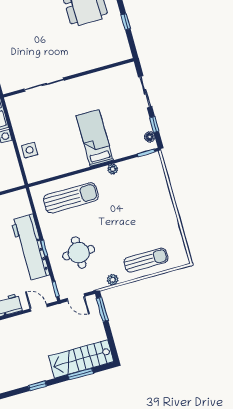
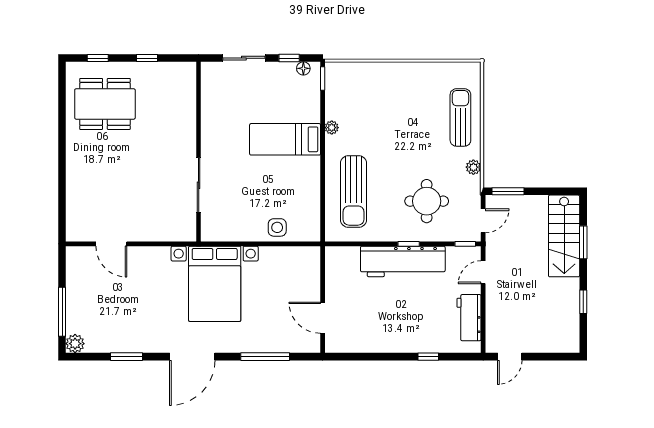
sun lounger: (71, 198) -> (353, 192), turned 180

